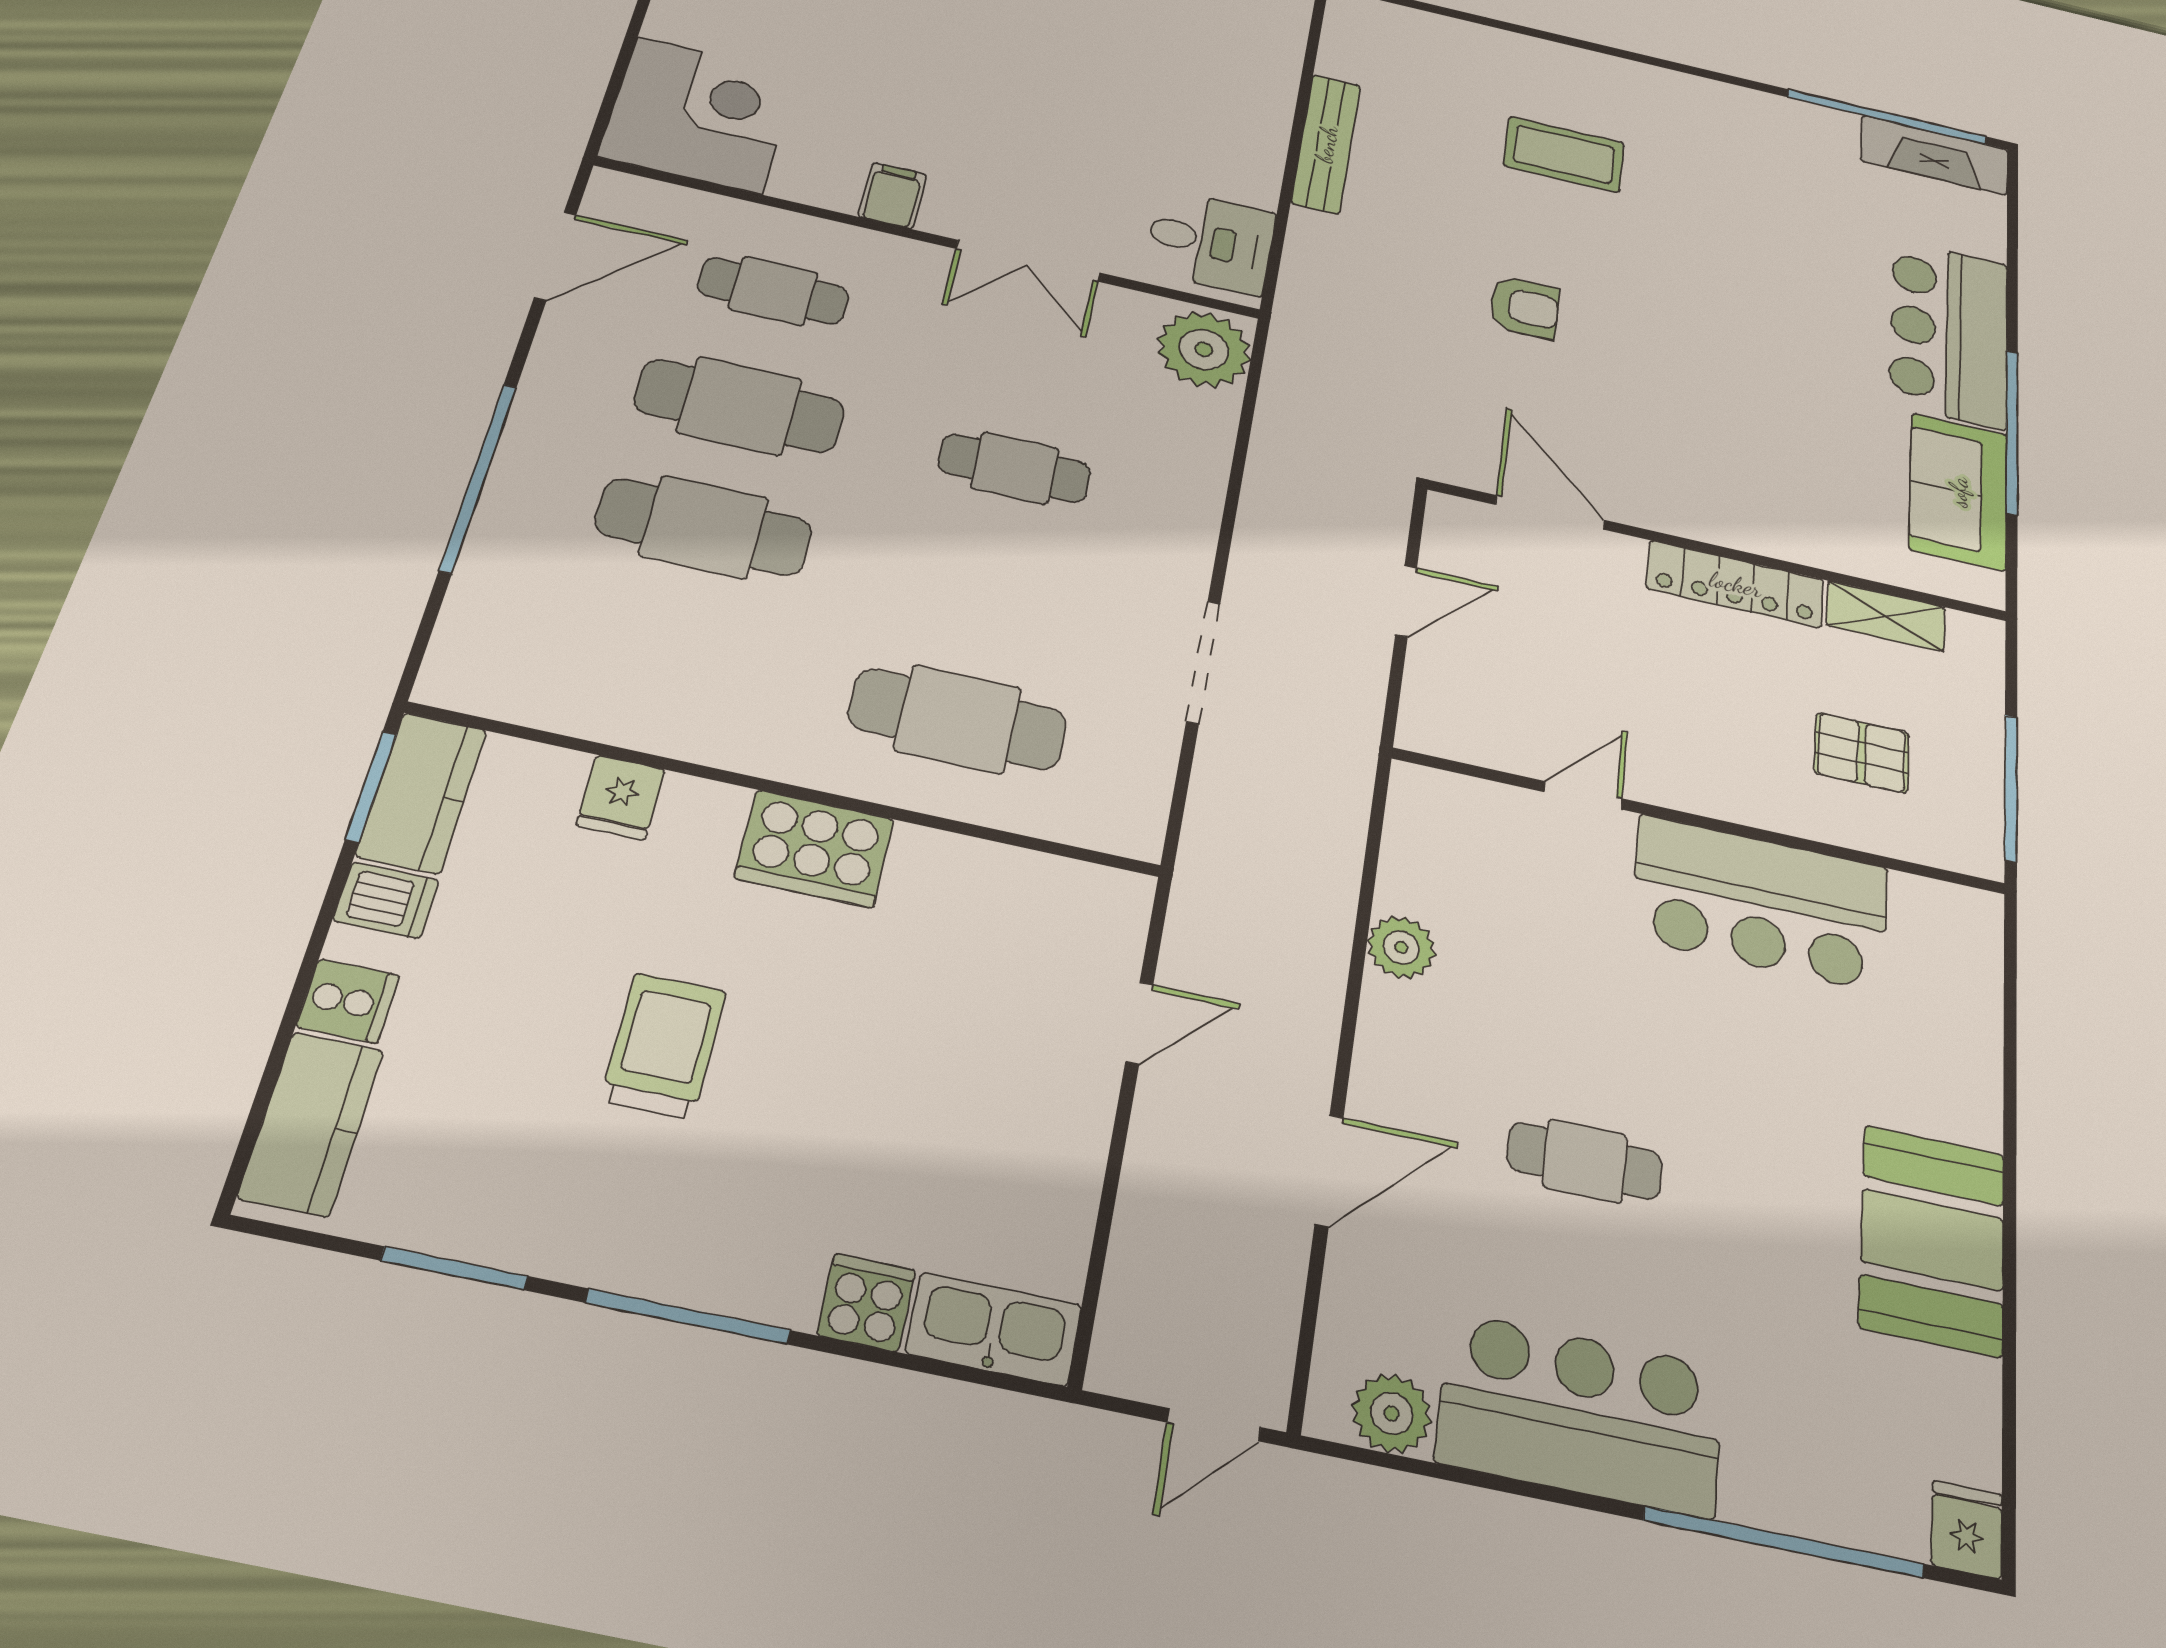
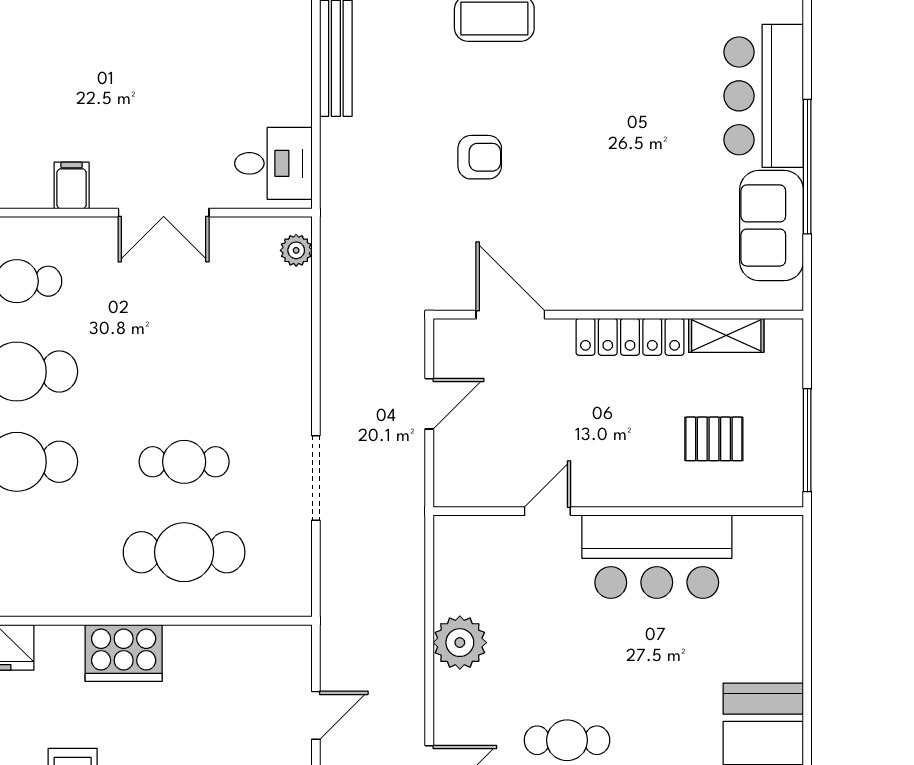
plant: (1204, 349) -> (296, 250), width x0.53, depth x0.53
cafe table: (1015, 468) -> (184, 462), moved
plant: (1401, 947) -> (460, 643), width x1.36, depth x1.36

